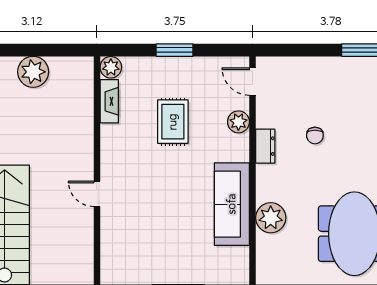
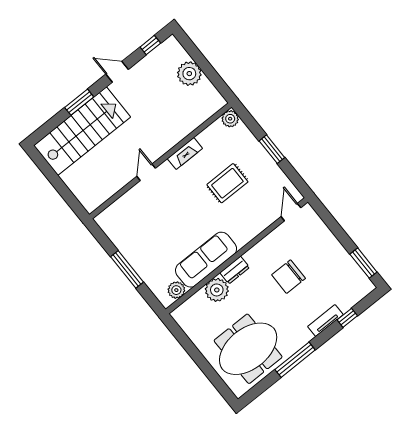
fireplace: (109, 101) -> (185, 154), moved
plant: (238, 122) -> (176, 290), moved
chair: (315, 136) -> (289, 277), width x1.87, depth x1.87
dresser: (265, 146) -> (235, 270), moved

